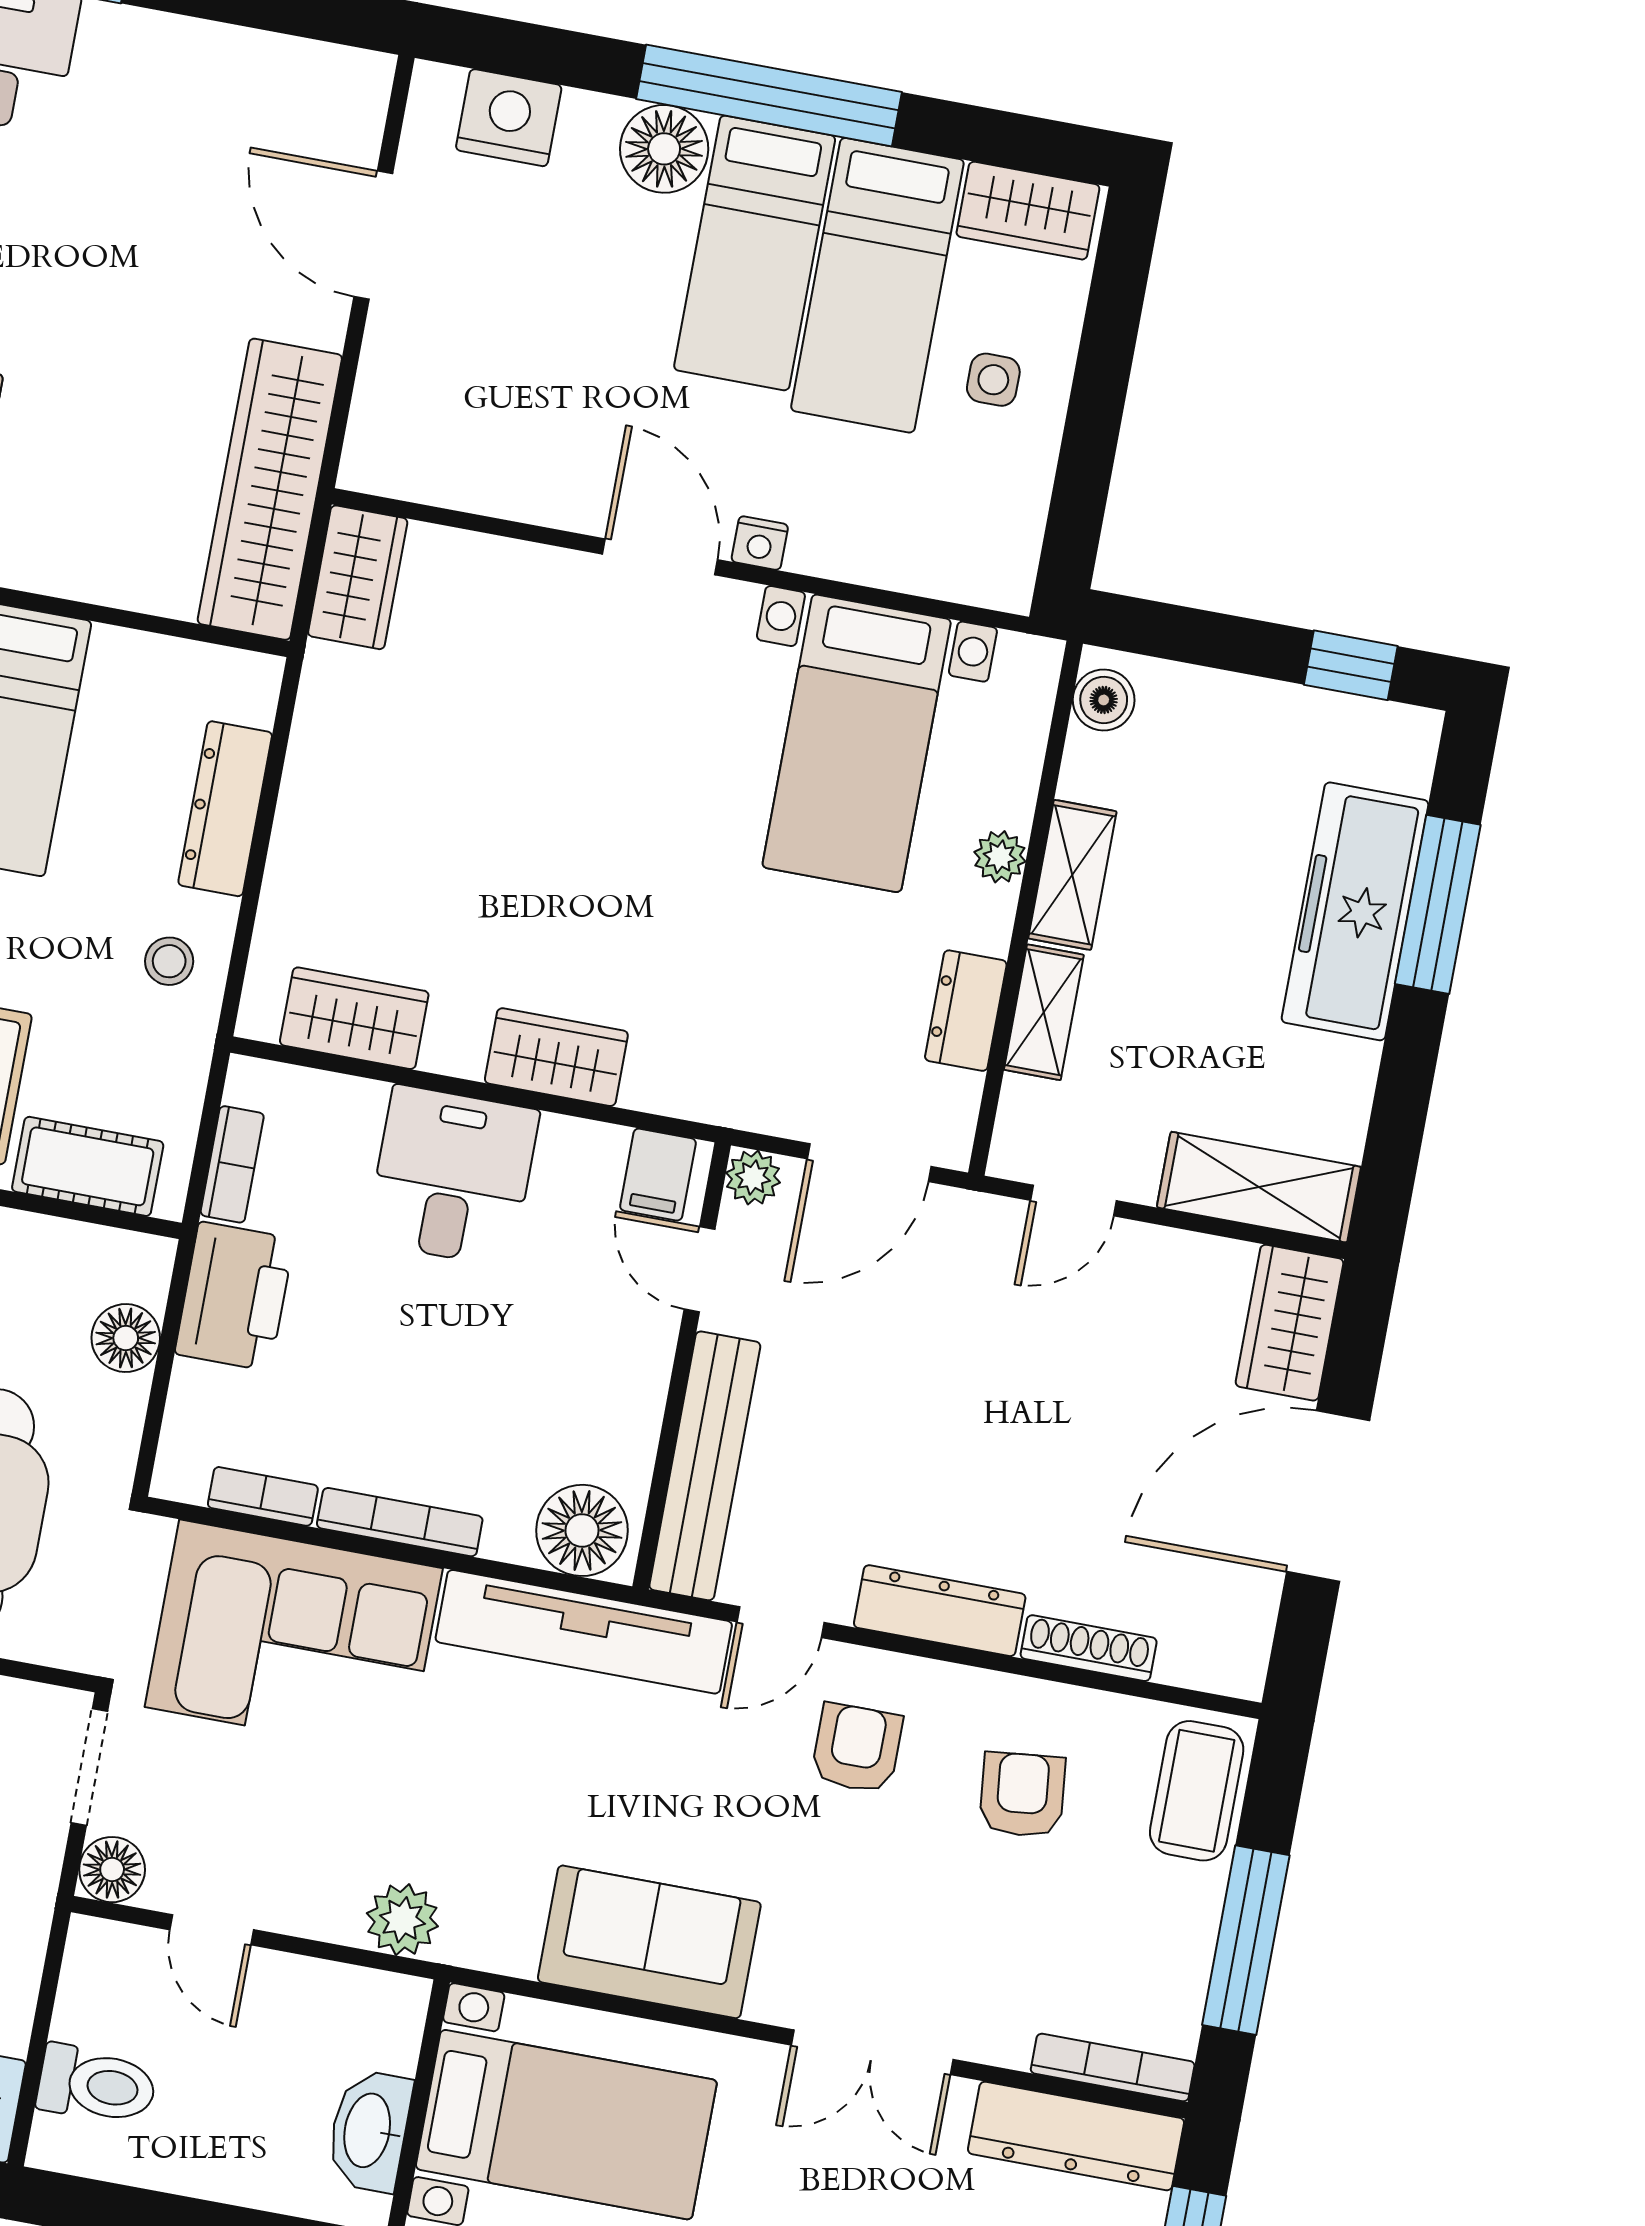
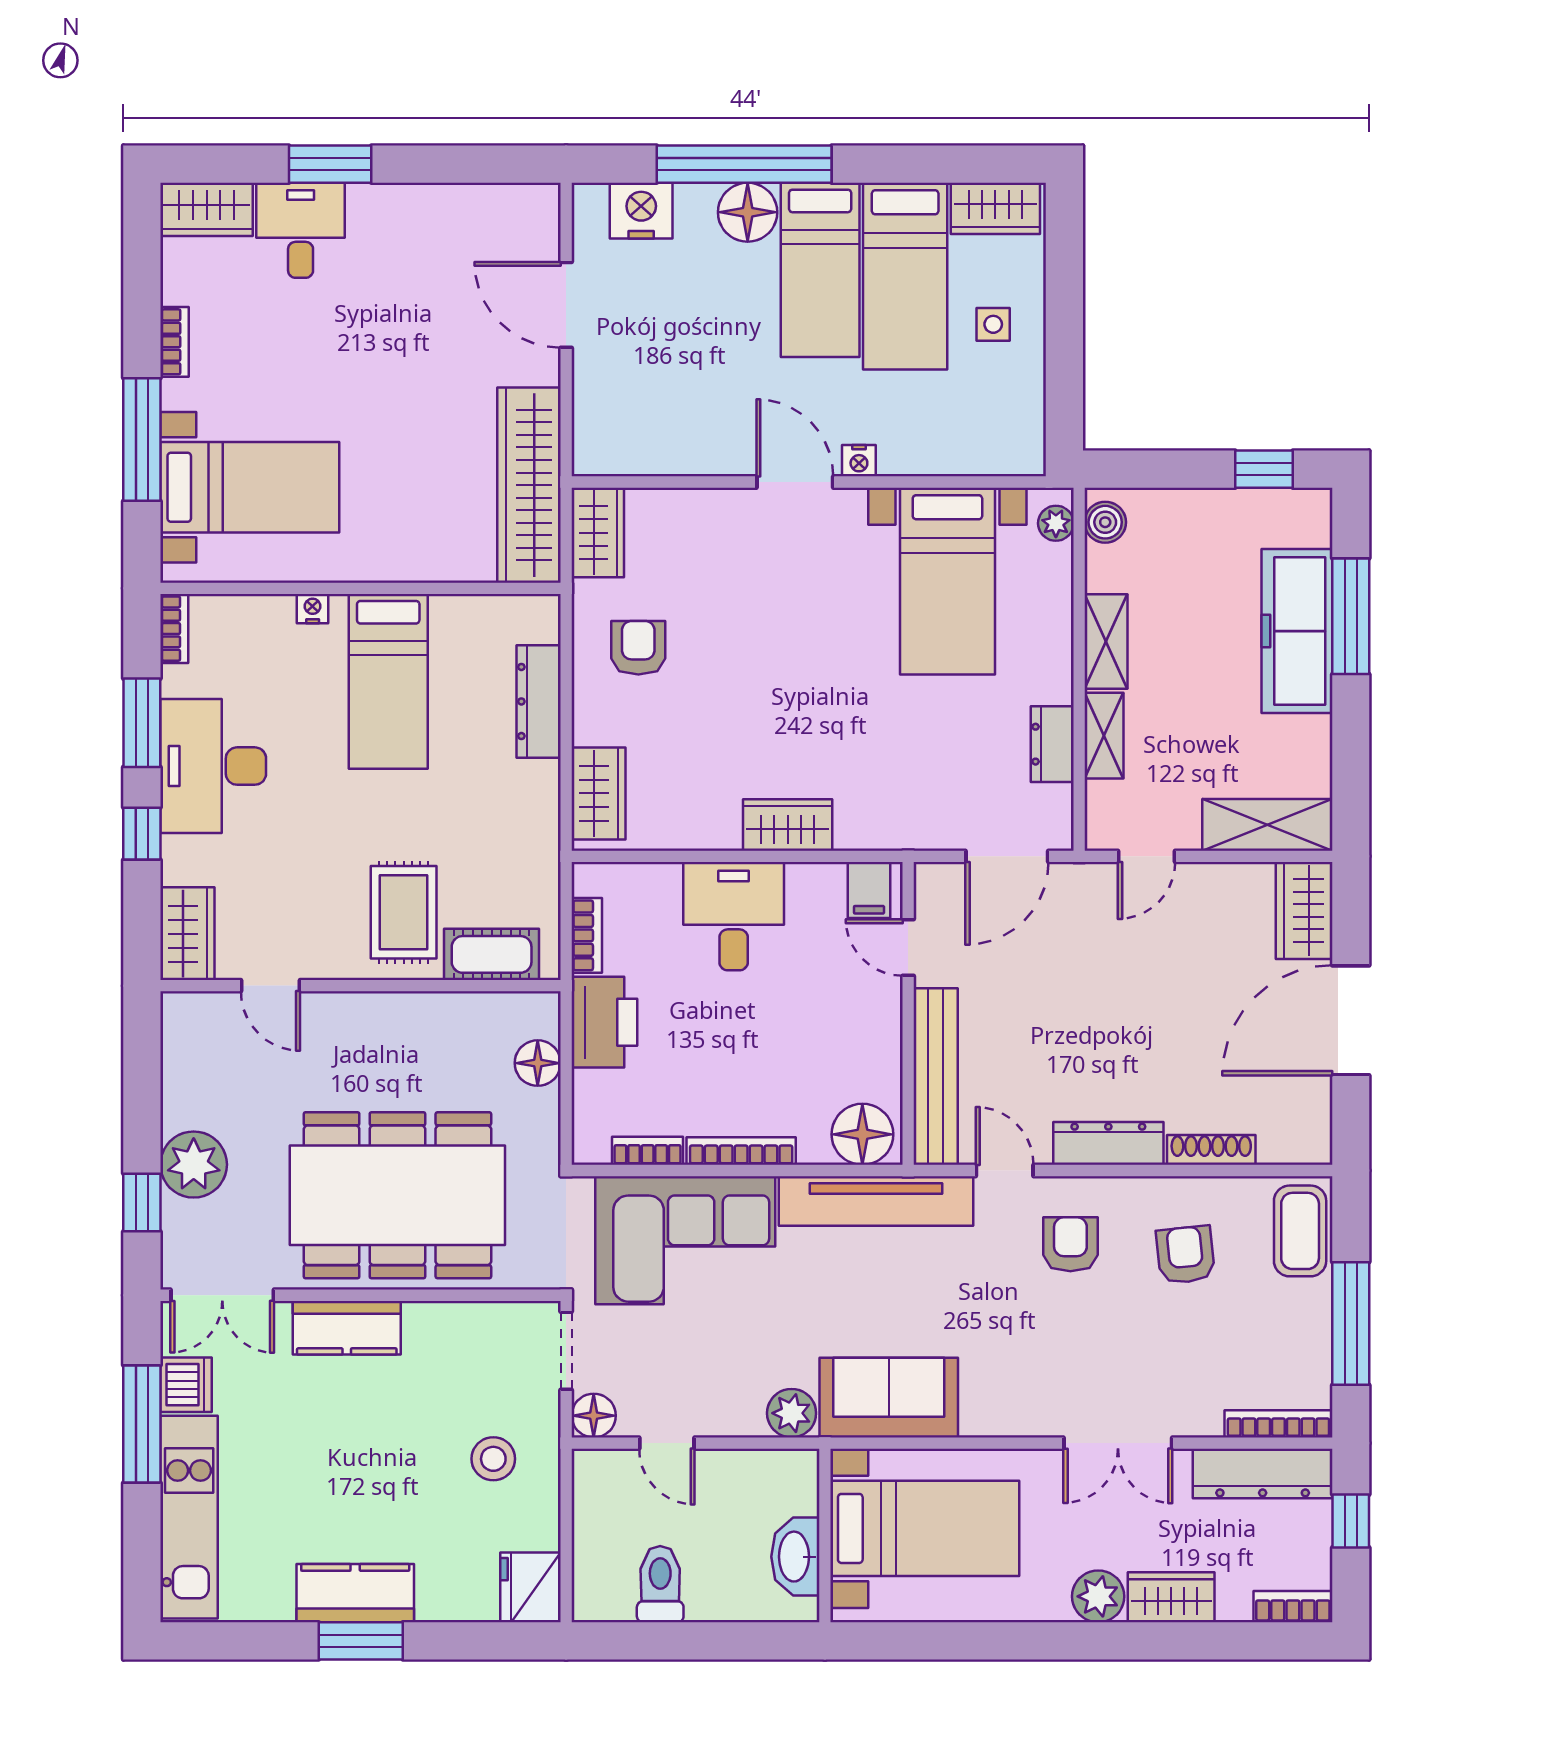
window: (769, 96) -> (744, 164), moved
armchair: (386, 757) -> (638, 648), added
plant: (1000, 857) -> (1056, 523), moved
stool: (169, 961) -> (520, 809), removed
wardrobe: (354, 1018) -> (599, 793), moved, turned 90
plant: (753, 1178) -> (932, 880), removed
door: (780, 1622) -> (1005, 1171), swing flipped
sofa: (649, 1942) -> (889, 1398), moved
toilet: (97, 2085) -> (660, 1584), moved, turned -90

